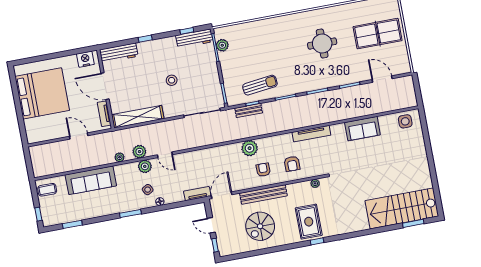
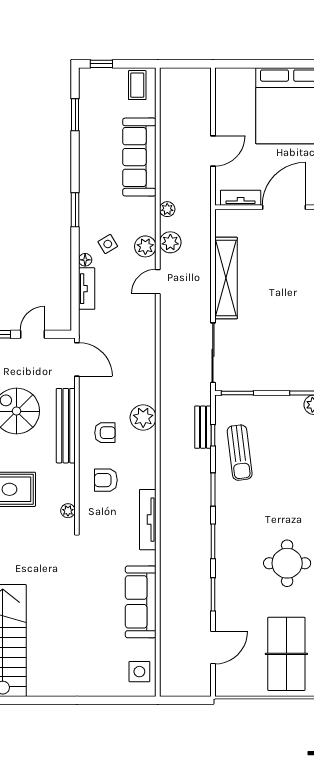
stool: (172, 80) -> (274, 314), removed
shelving: (138, 117) -> (226, 278), moved
sofa: (362, 129) -> (141, 602), width x1.36
tv unit: (197, 194) -> (87, 289), moved

